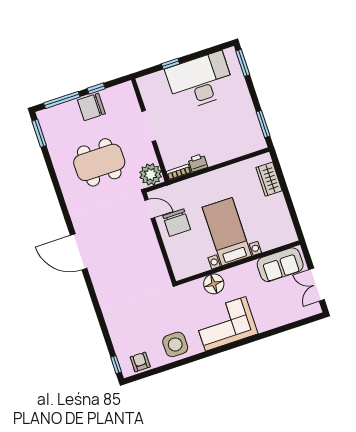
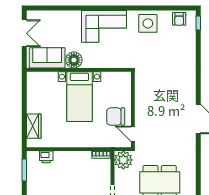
printer: (198, 163) -> (46, 157), moved
chair: (177, 223) -> (116, 116), turned -90
floor lamp: (214, 284) -> (74, 60), moved

